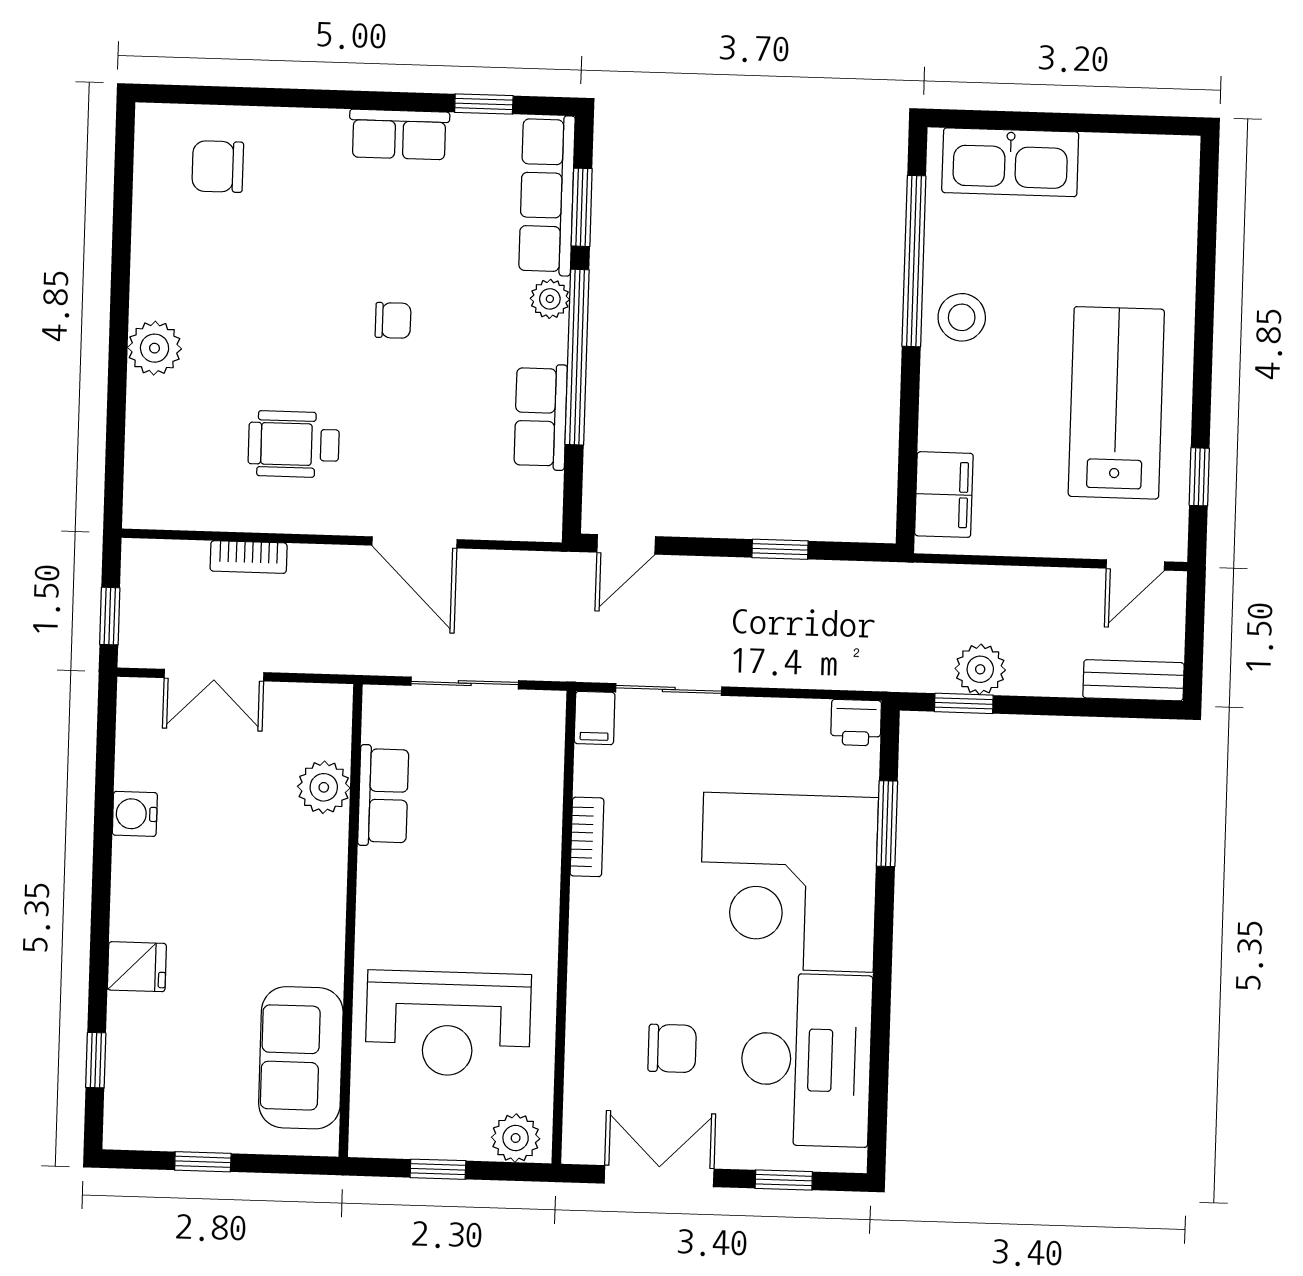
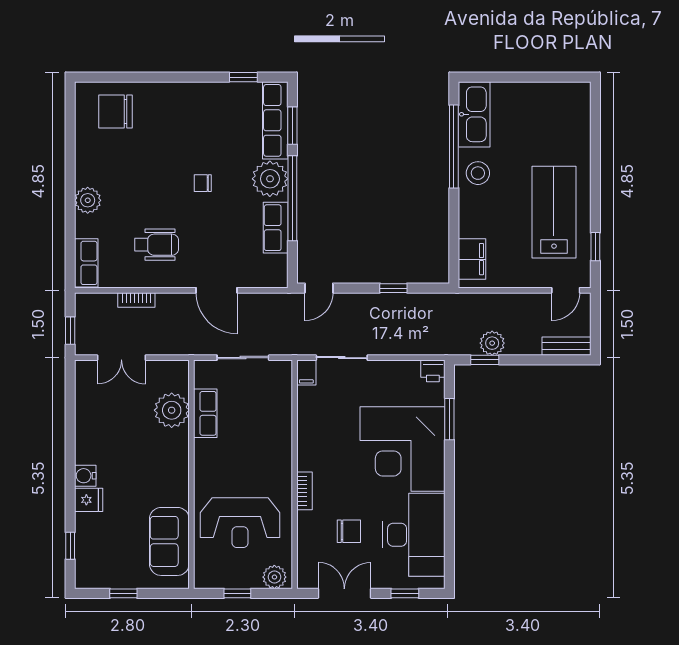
row of seats: (399, 135) -> (86, 263), moved, turned -90
kitchen sink: (1010, 162) -> (474, 114), moved, turned -90
chair: (218, 167) -> (116, 111), width x1.37, depth x1.37
plant: (550, 299) -> (270, 179), width x1.87, depth x1.87
chair: (393, 320) -> (203, 183), turned 180
wheelchair: (294, 444) -> (157, 245), turned 180
plant: (324, 787) -> (172, 410), width x1.36, depth x1.36
water cooler: (135, 814) -> (85, 476), moved
bookcase: (587, 837) -> (304, 491), moved

